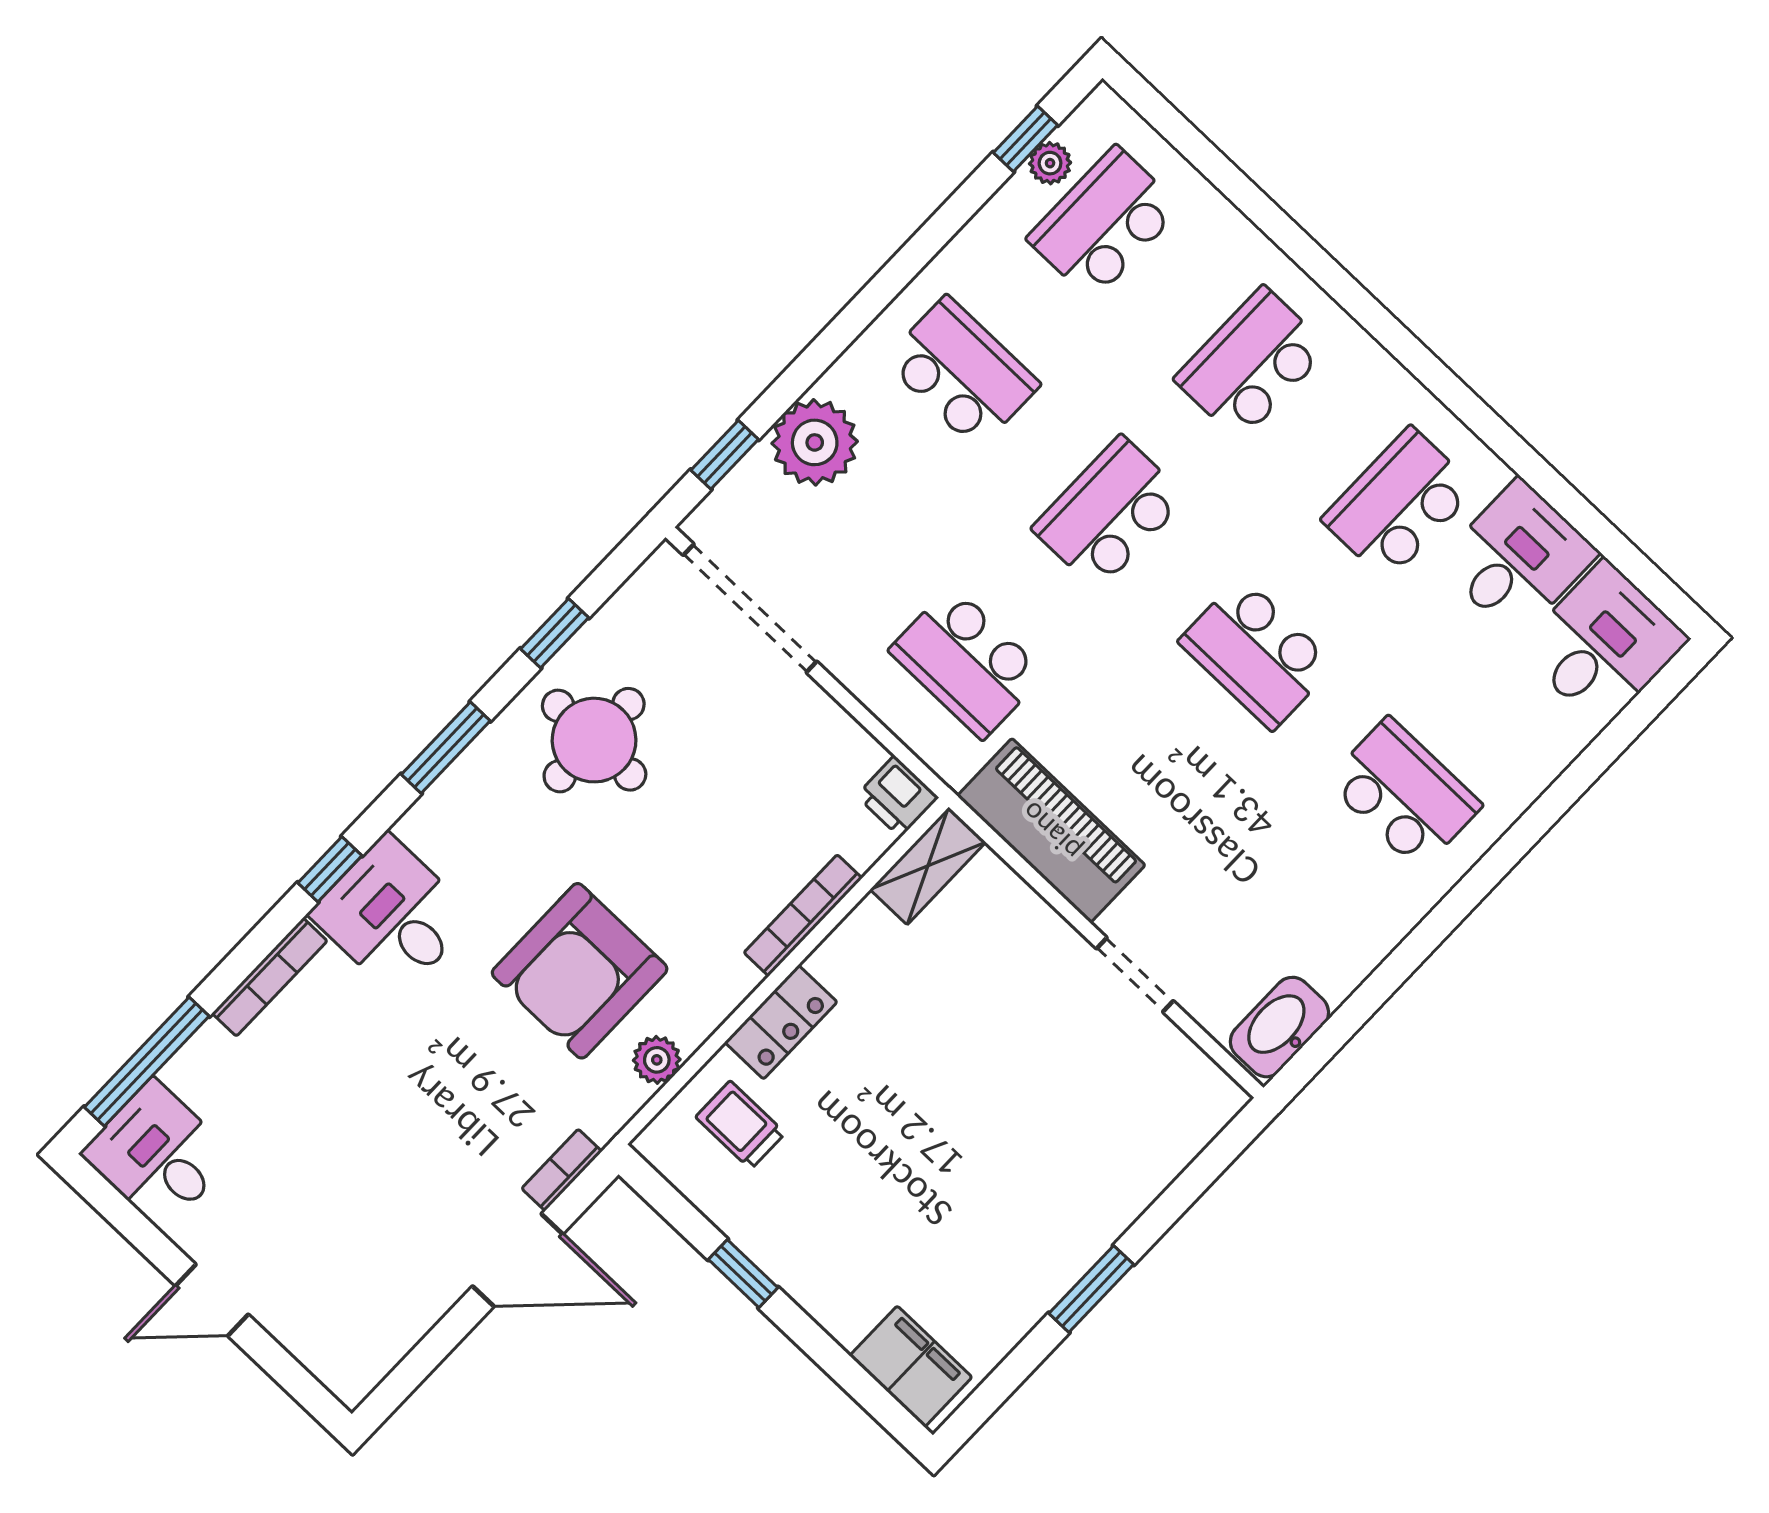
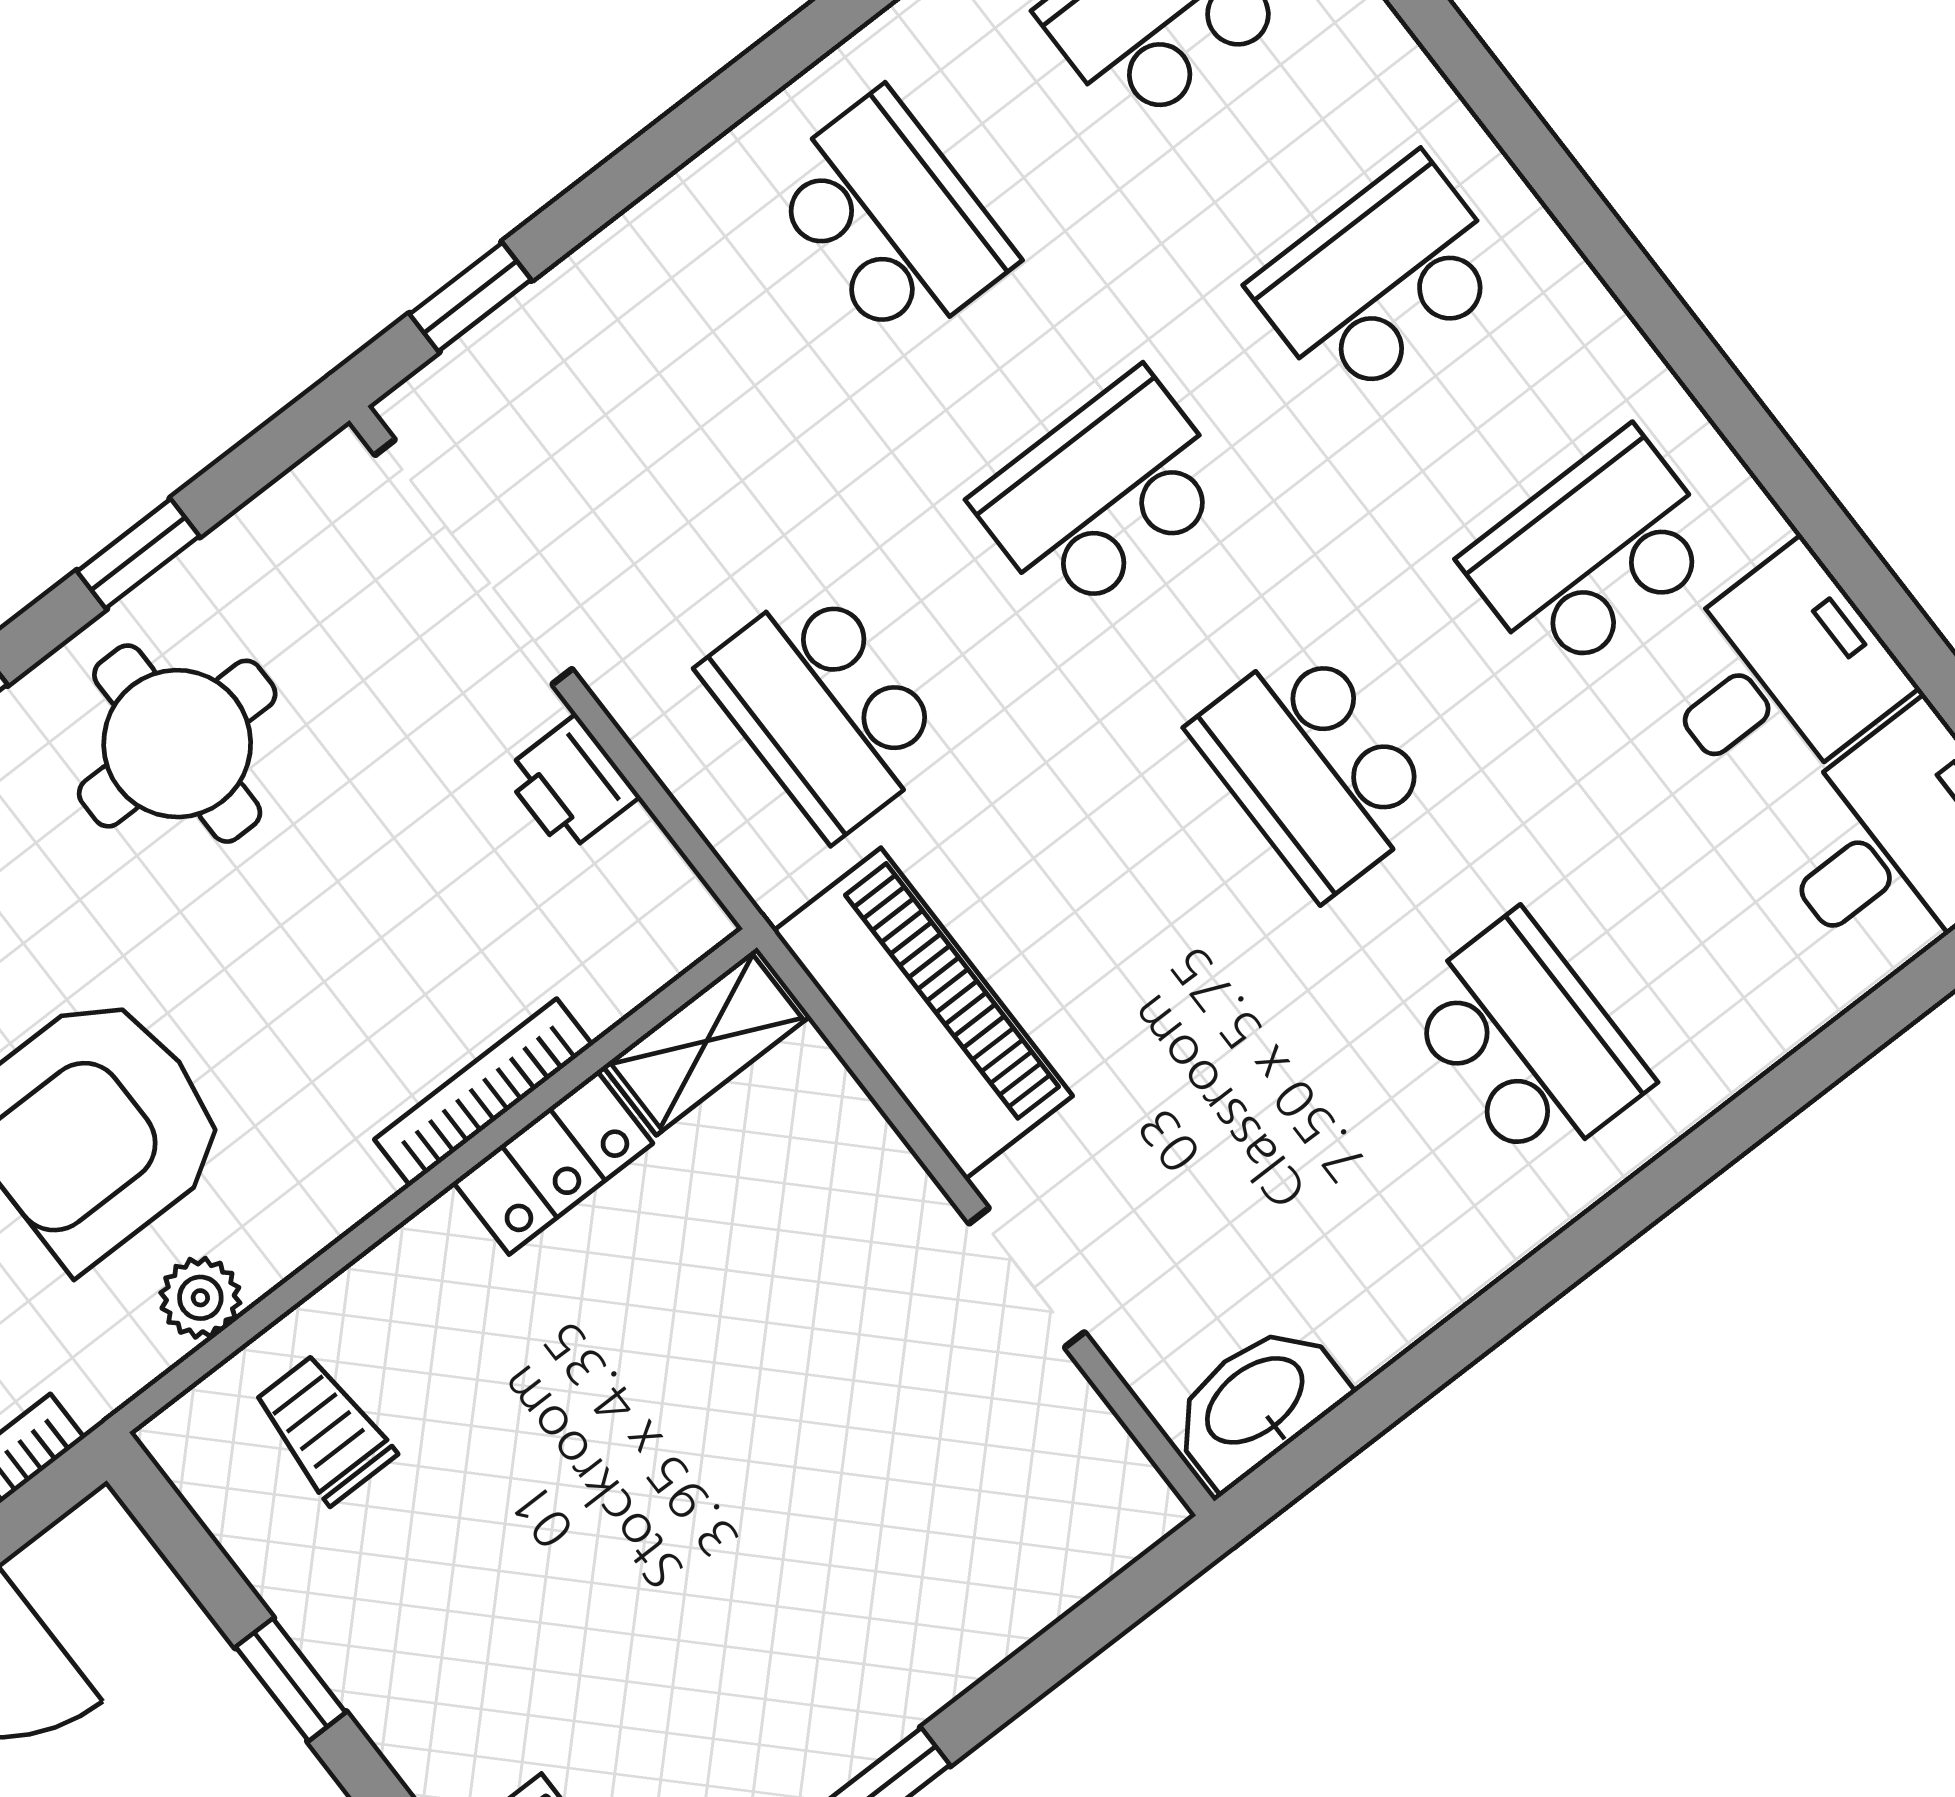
plant: (815, 442) -> (625, 299), removed
printer: (897, 797) -> (571, 784), moved
locker: (781, 1022) -> (553, 1163), moved

